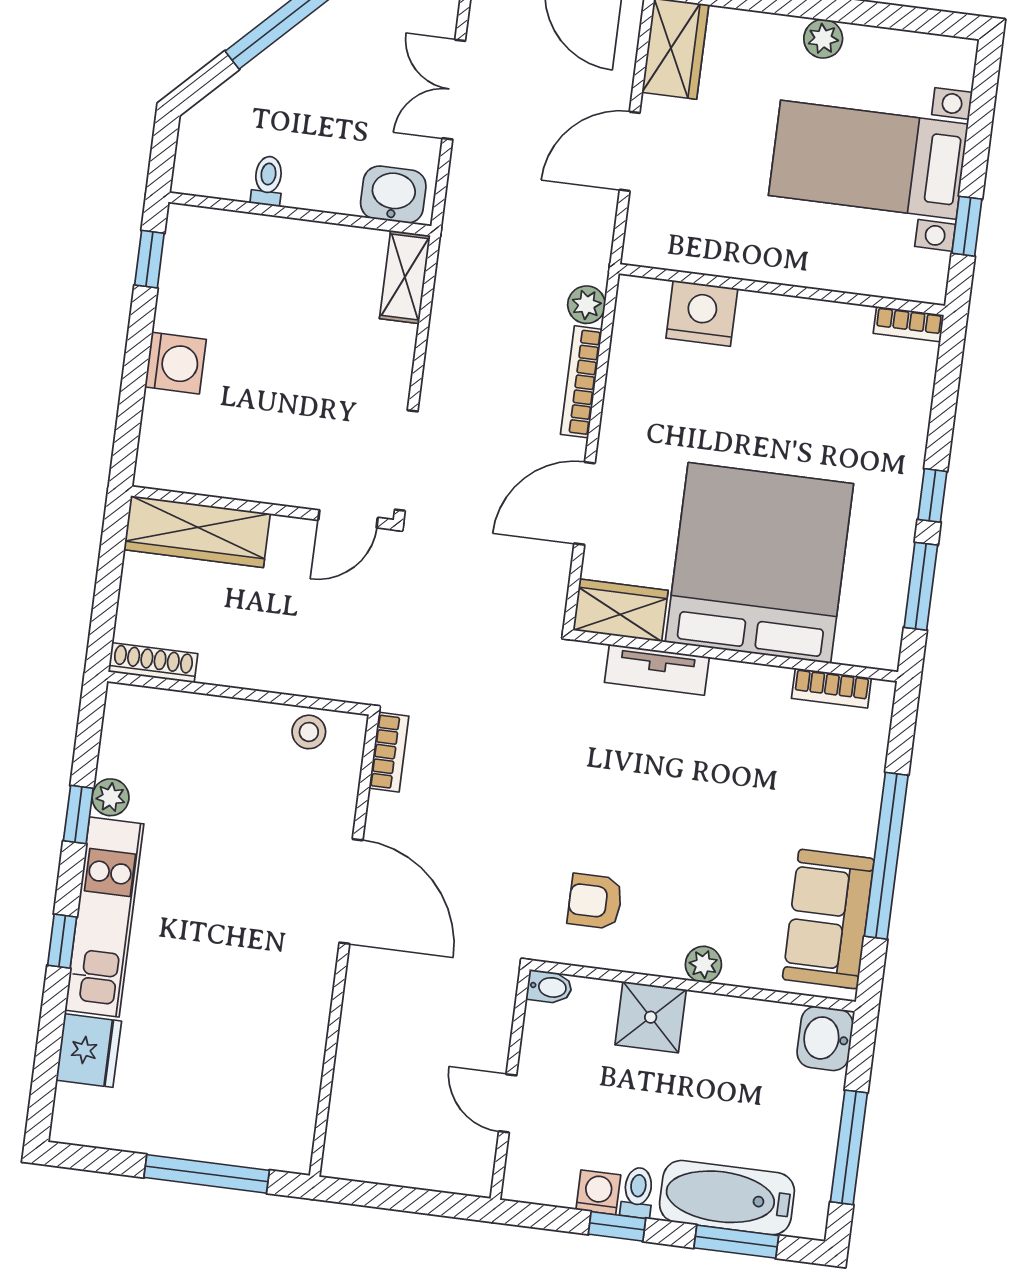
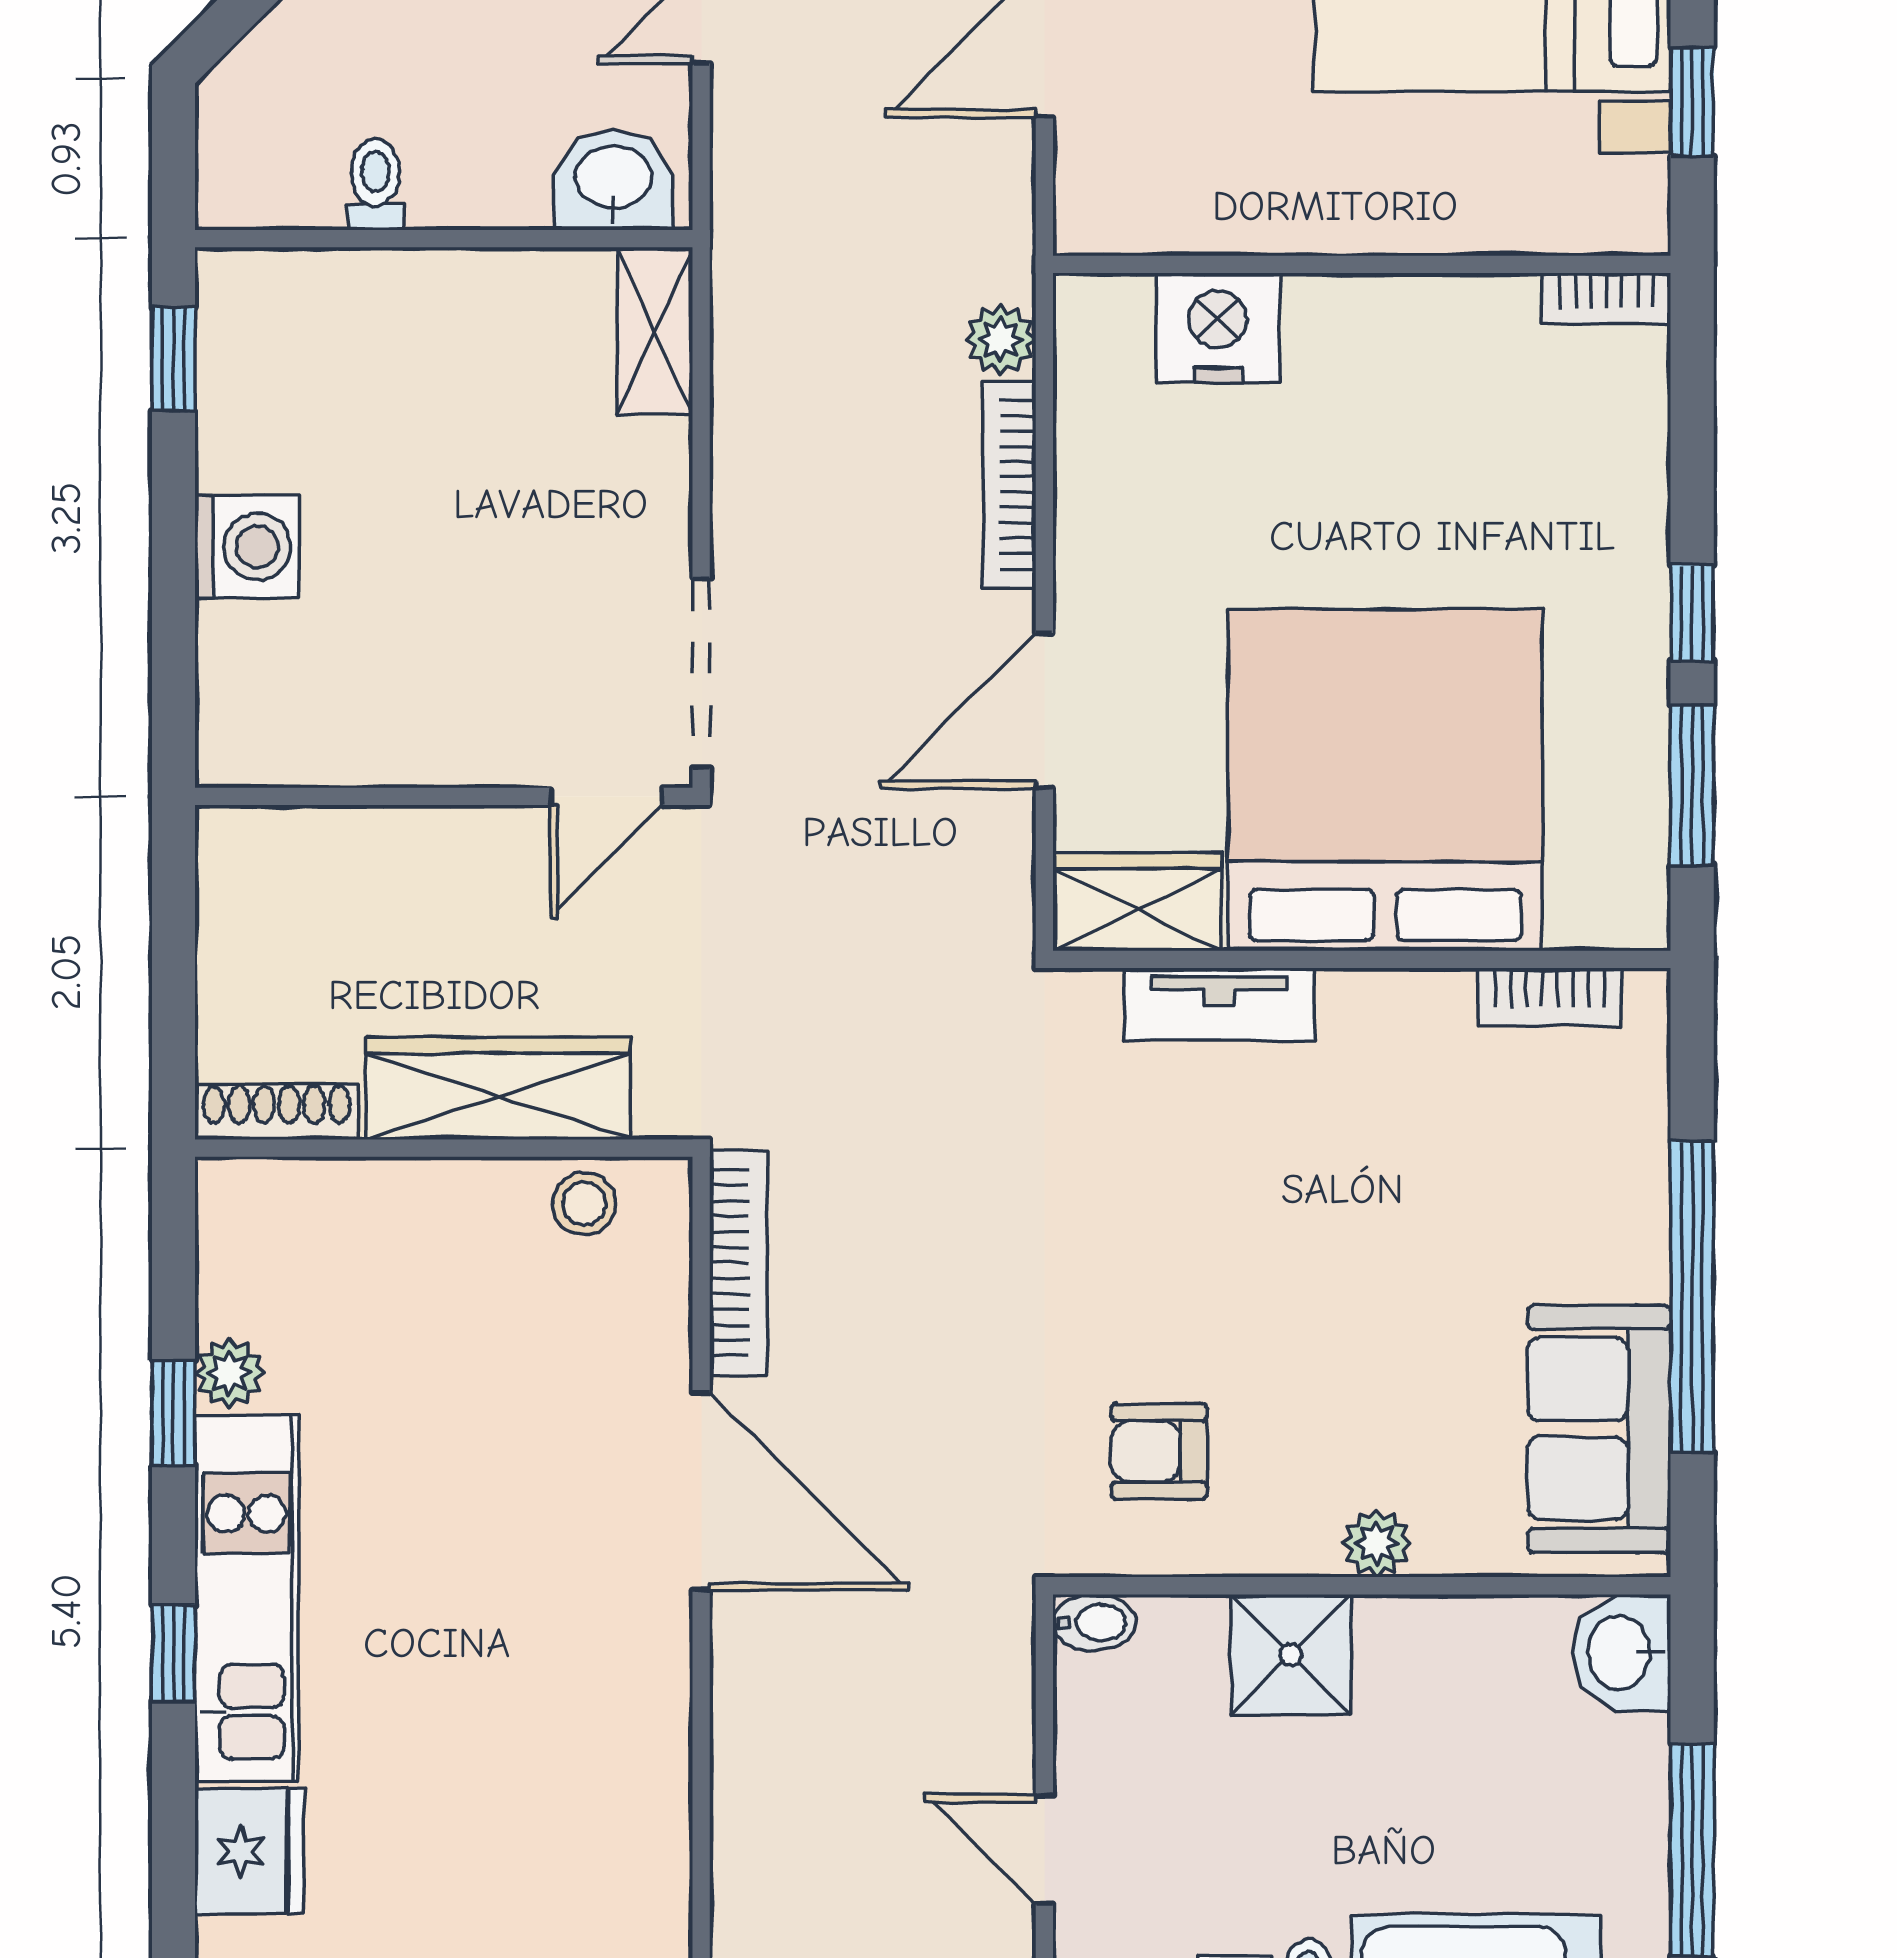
wardrobe: (197, 532) -> (498, 1088), moved, turned 180
bookcase: (389, 752) -> (739, 1263), width x1.56

